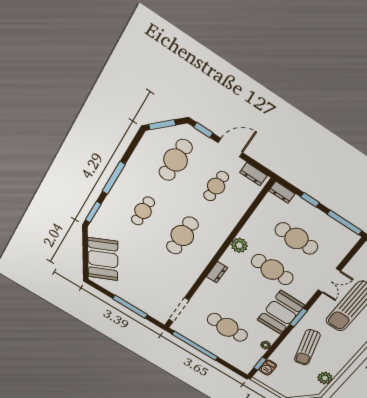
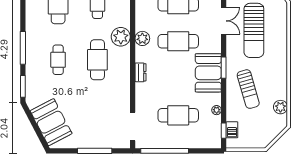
plant: (219, 230) -> (121, 37), added

